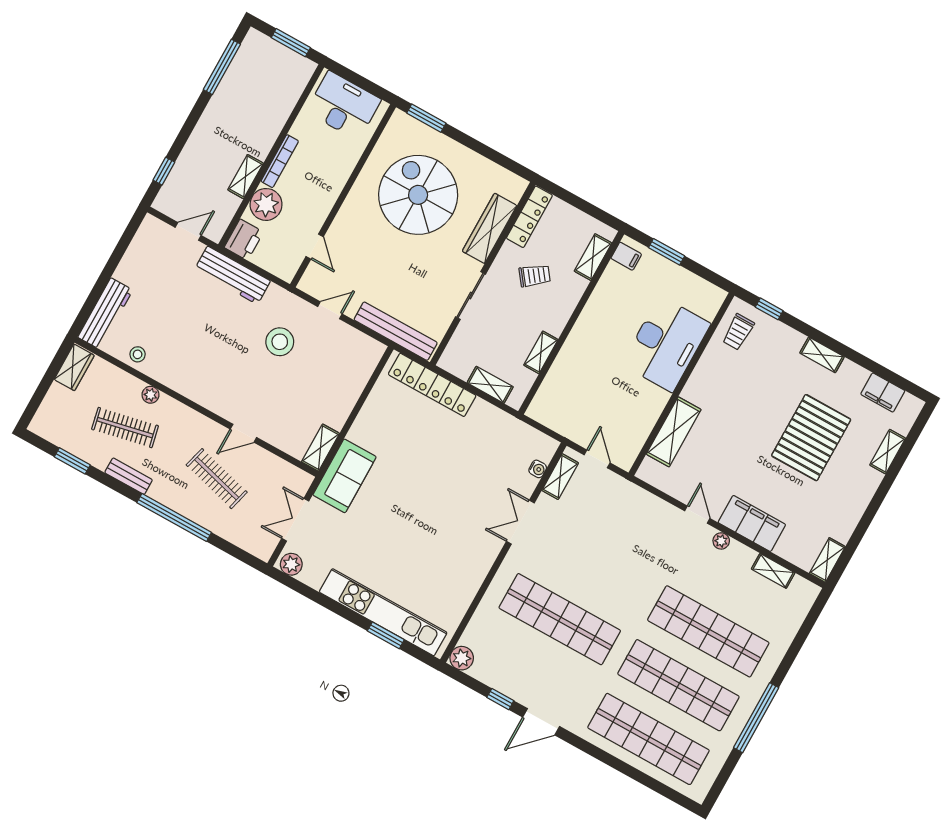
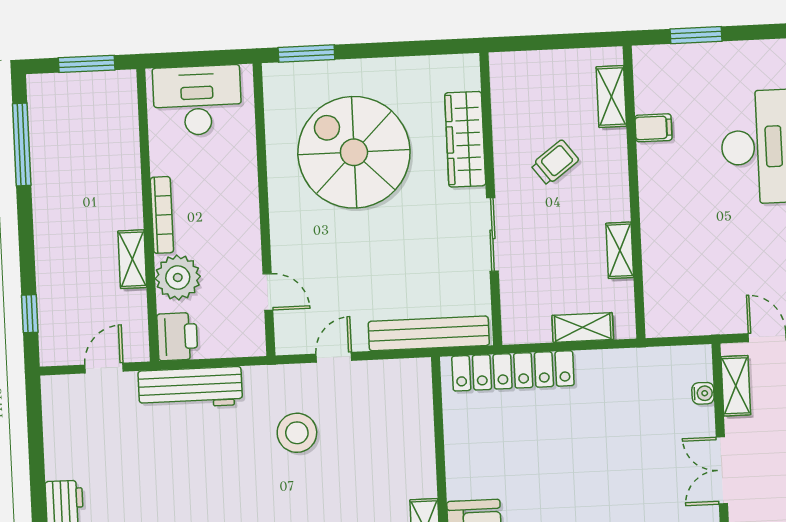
locker: (529, 217) -> (505, 95), removed
filing cabinet: (626, 256) -> (653, 128), moved

